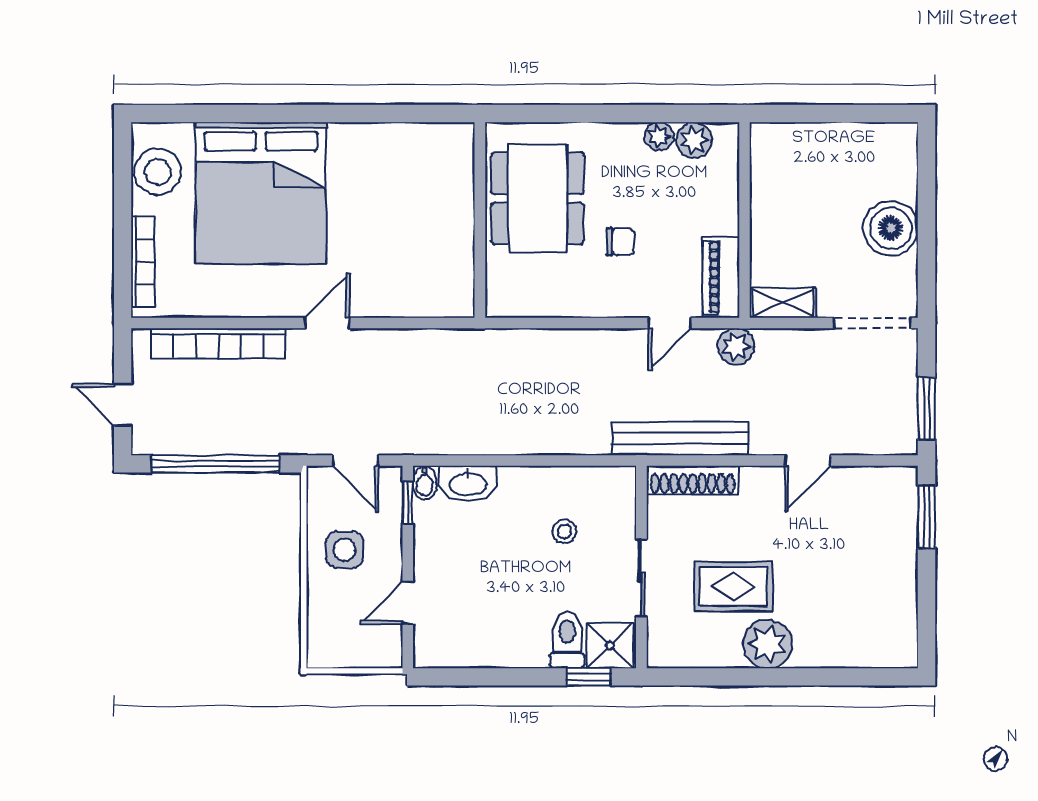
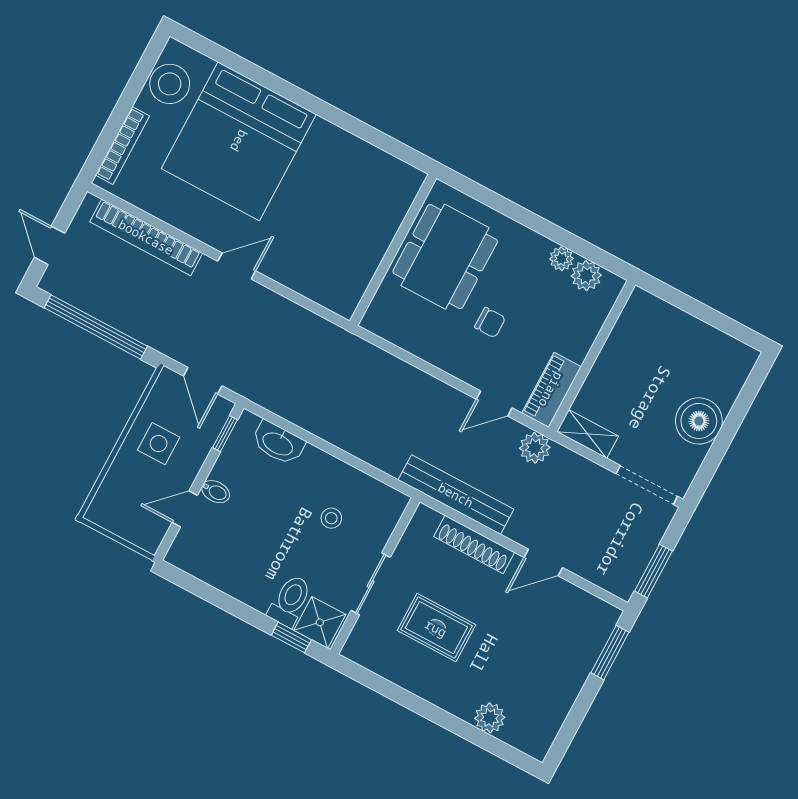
shoe rack: (693, 480) -> (474, 544), moved
bidet: (425, 483) -> (216, 492), moved, turned -90
plant: (767, 644) -> (490, 718), moved, width x0.73, depth x0.73

